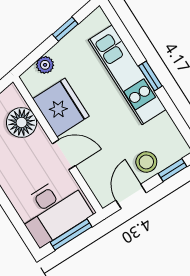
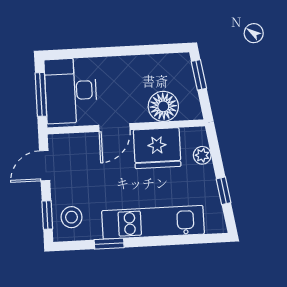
window: (150, 76) -> (109, 244), moved
stool: (146, 162) -> (71, 217), moved
door: (131, 196) -> (45, 166), swing flipped

